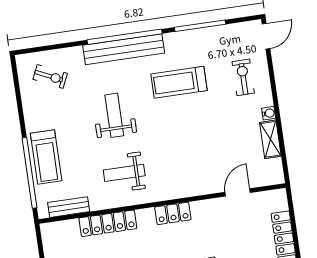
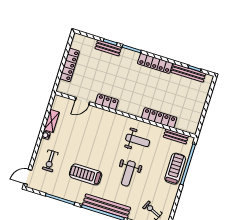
treadmill: (179, 82) -> (86, 174), turned 180
locker: (173, 213) -> (107, 102), moved

